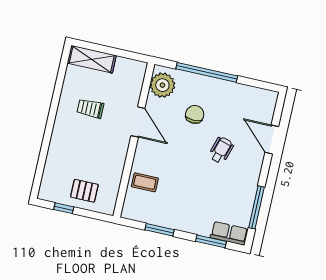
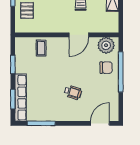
chair: (195, 114) -> (106, 68), moved
door: (272, 140) -> (100, 123), moved
row of seats: (229, 233) -> (21, 98), width x2.02

